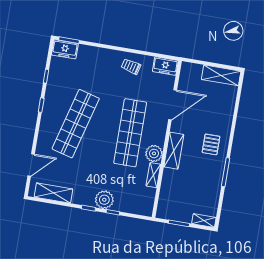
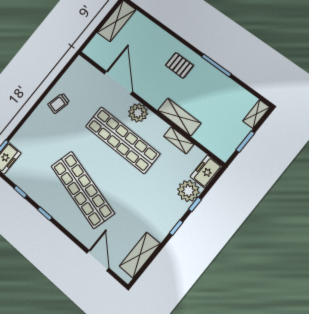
freezer: (165, 66) -> (206, 172), moved, turned 180
shelving: (174, 151) -> (179, 117), moved
plant: (154, 153) -> (138, 113), moved
plant: (104, 200) -> (188, 191), moved

